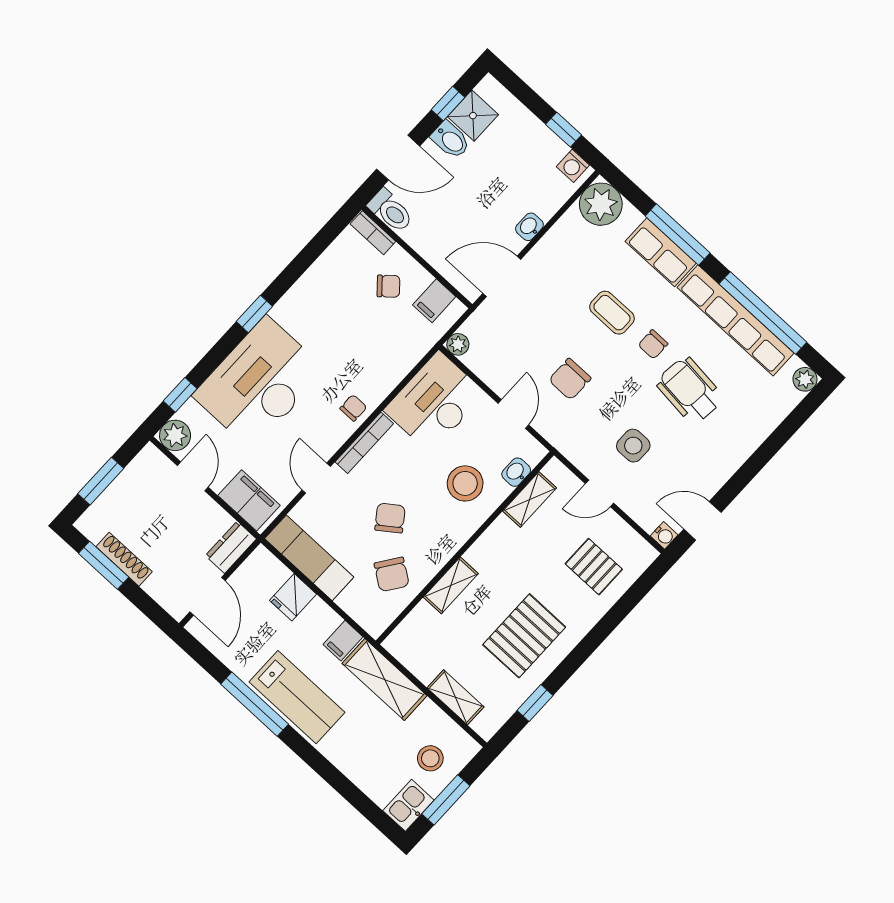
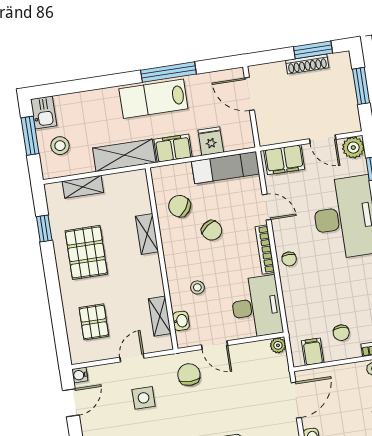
chair: (388, 286) -> (341, 333), turned -49
chair: (570, 379) -> (189, 375), moved
stool: (465, 483) -> (197, 287), width x0.53, depth x0.53
dresser: (231, 547) -> (266, 129), removed
pallet: (594, 567) -> (94, 322), turned 90
filing cabinet: (343, 641) -> (173, 148), width x2.00

